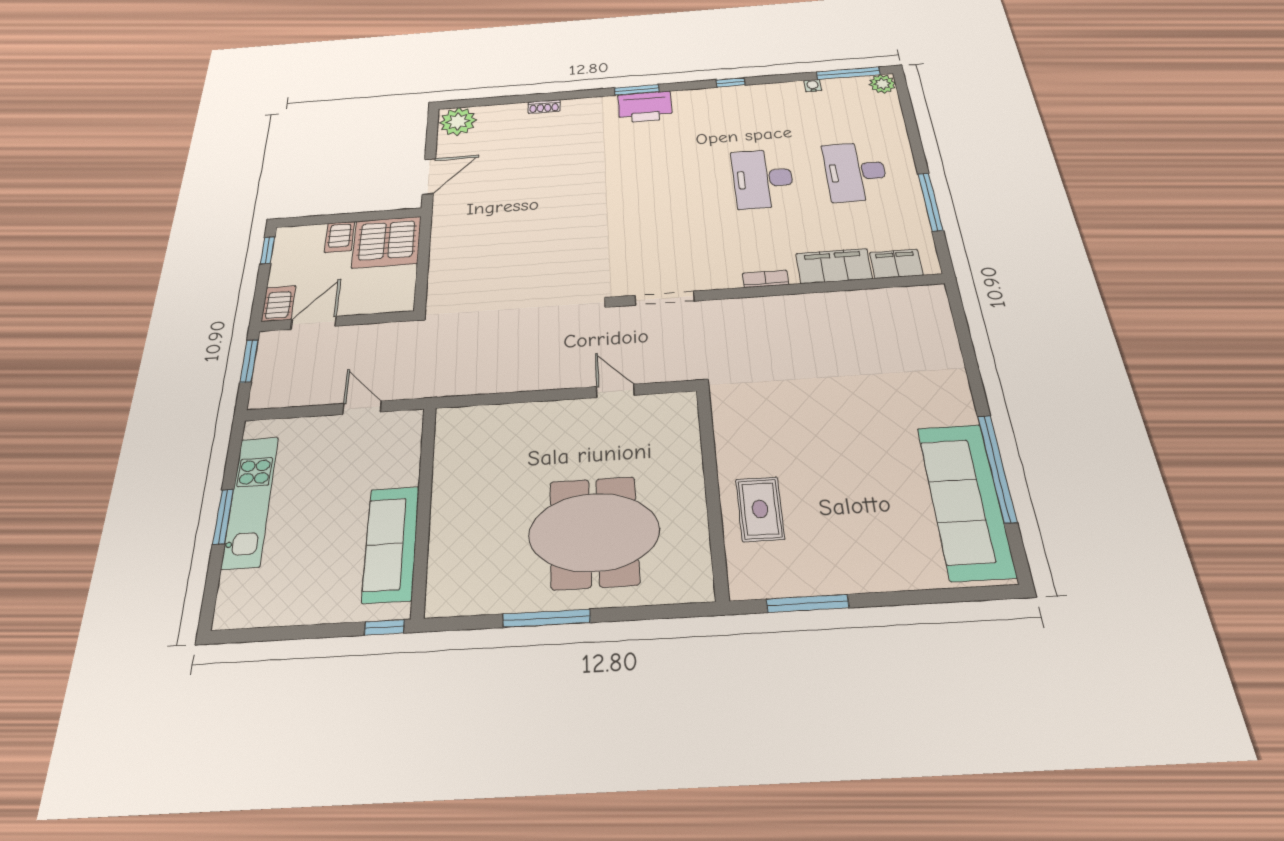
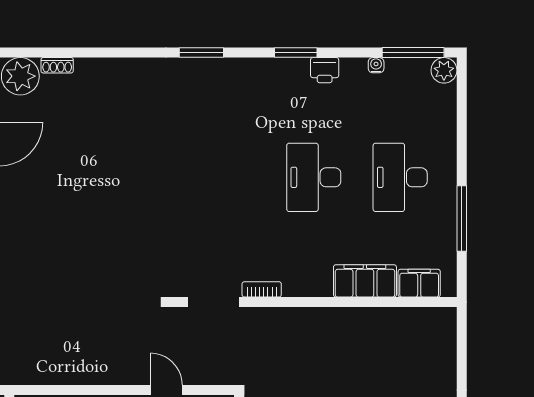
window: (731, 82) -> (296, 53), width x1.50
shoe rack: (544, 107) -> (57, 65), moved
printer: (645, 107) -> (325, 70), moved, width x0.53, depth x0.68
bookcase: (765, 279) -> (262, 289), moved

